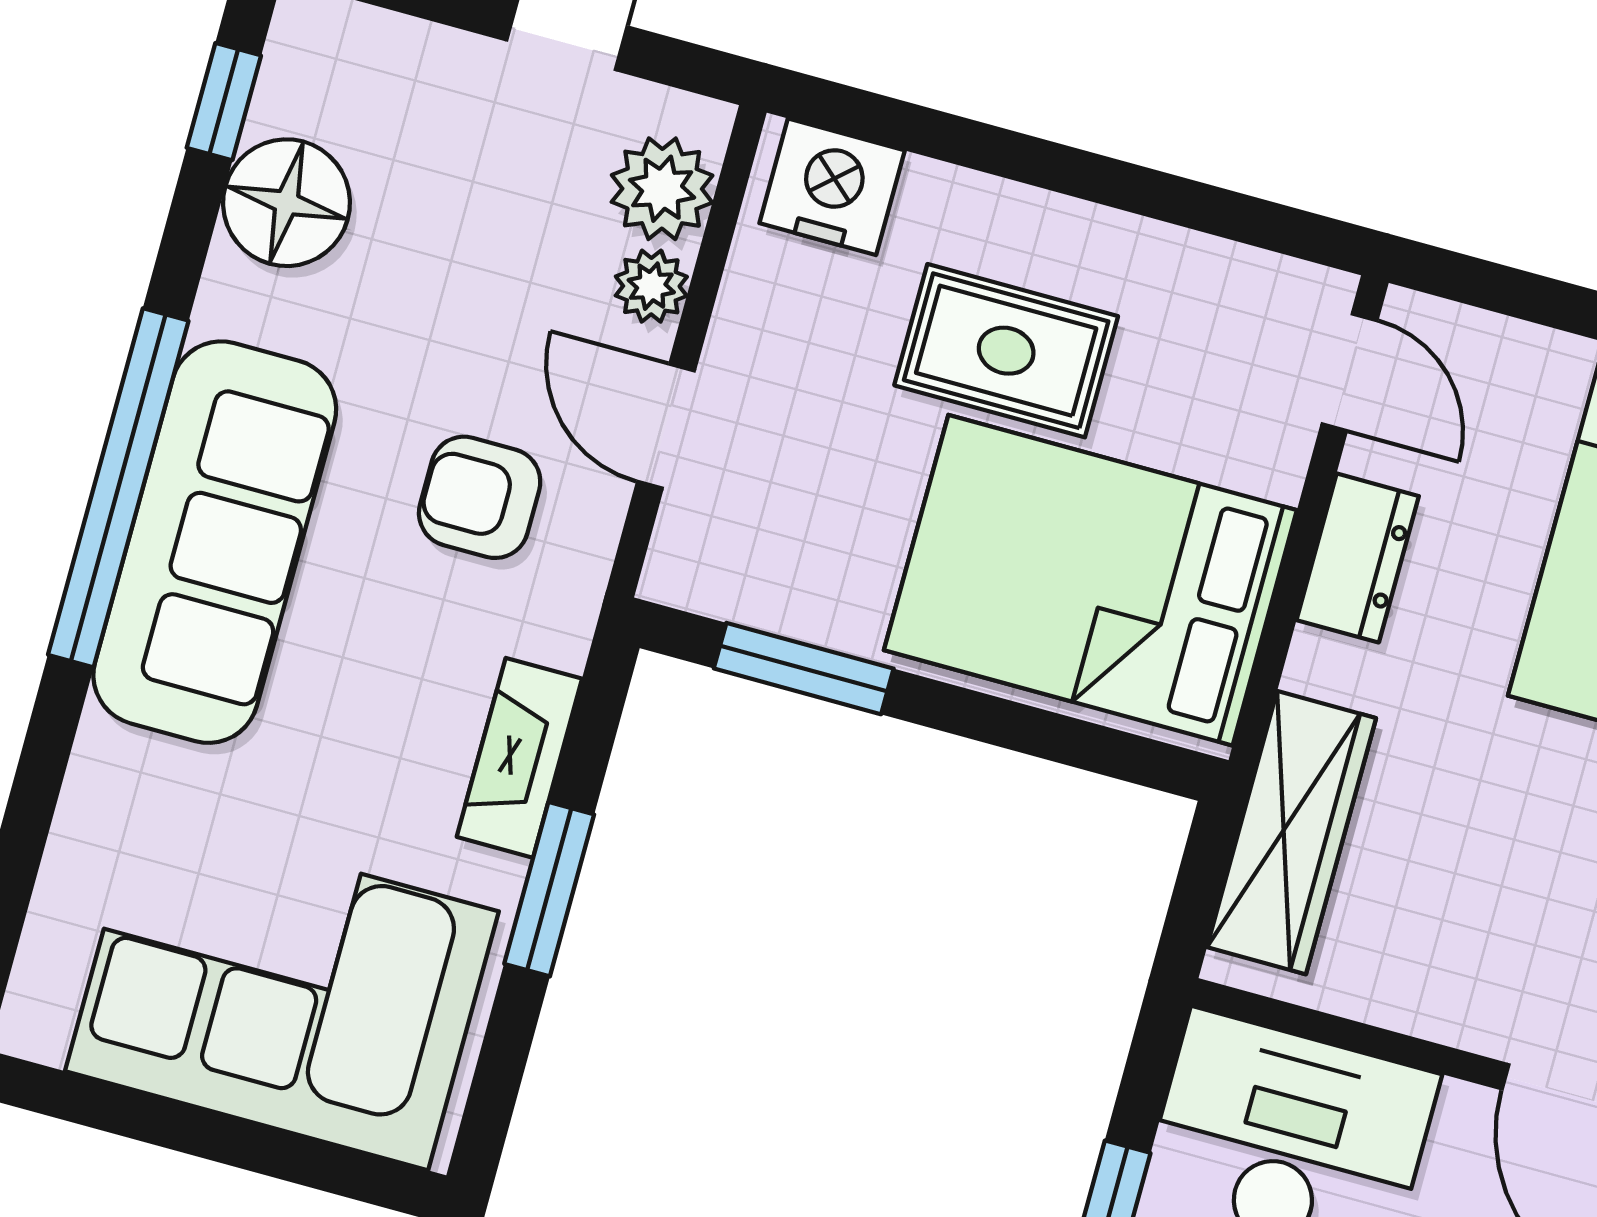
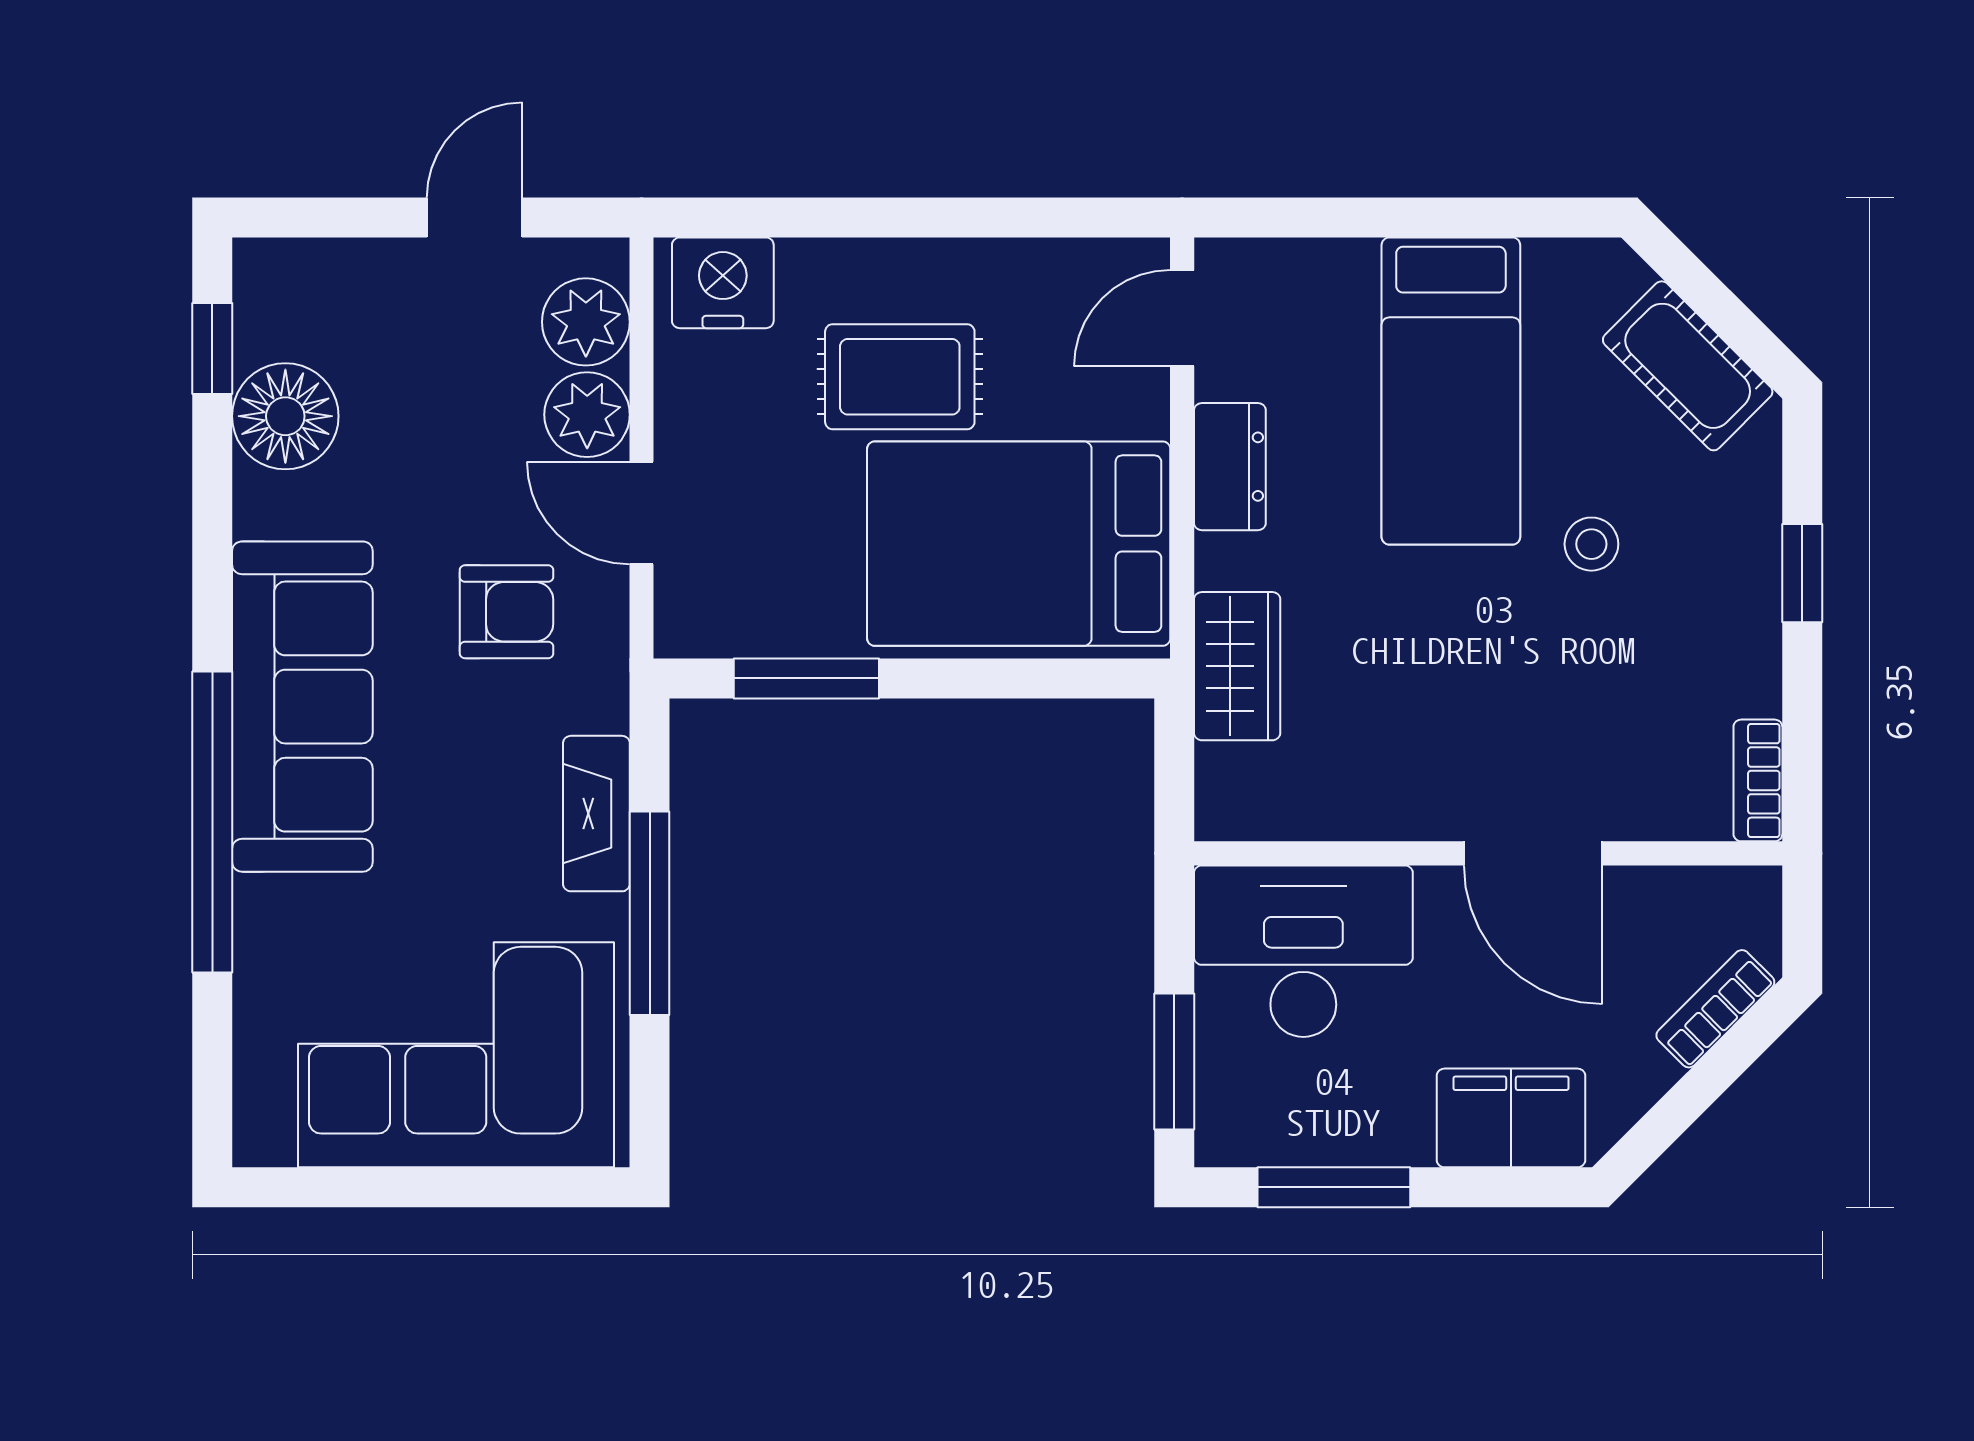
plant: (651, 286) -> (587, 415), width x1.38, depth x1.38
door: (1349, 372) -> (1182, 318), swing flipped
window: (118, 488) -> (212, 822), moved
armchair: (480, 497) -> (507, 612), turned 180
wardrobe: (1291, 833) -> (1237, 666), width x0.67
window: (549, 889) -> (650, 913), width x1.44

